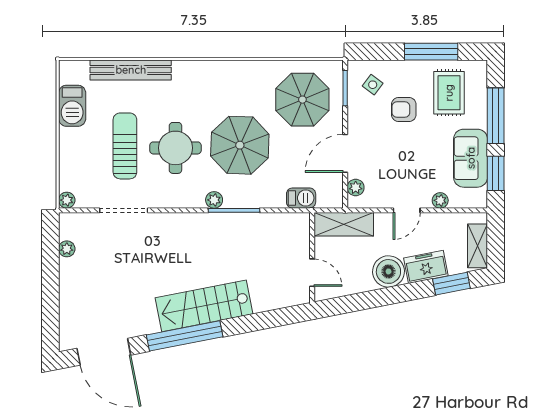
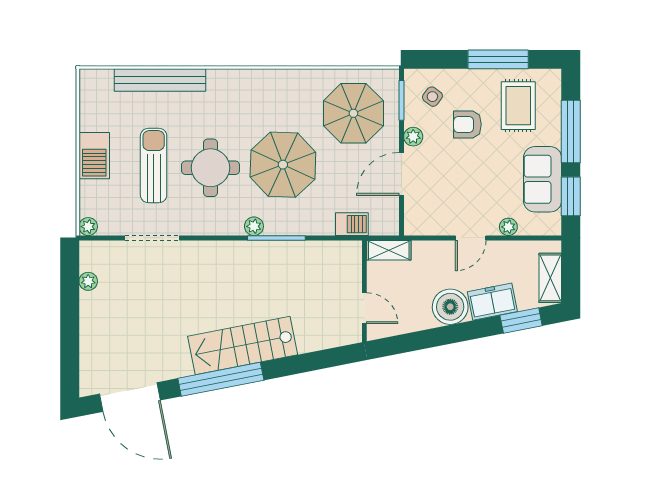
barbecue: (72, 106) -> (94, 156), moved
plant: (356, 187) -> (413, 137), moved
shelving: (344, 224) -> (389, 250), width x0.67, depth x0.75

